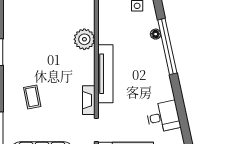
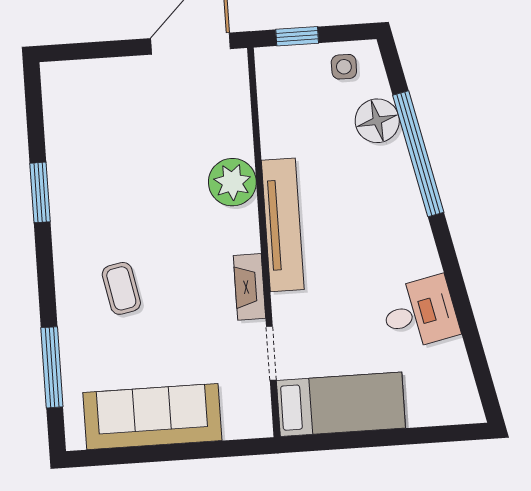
floor lamp: (156, 34) -> (377, 121), width x1.89, depth x1.89
plant: (84, 39) -> (232, 182), moved

